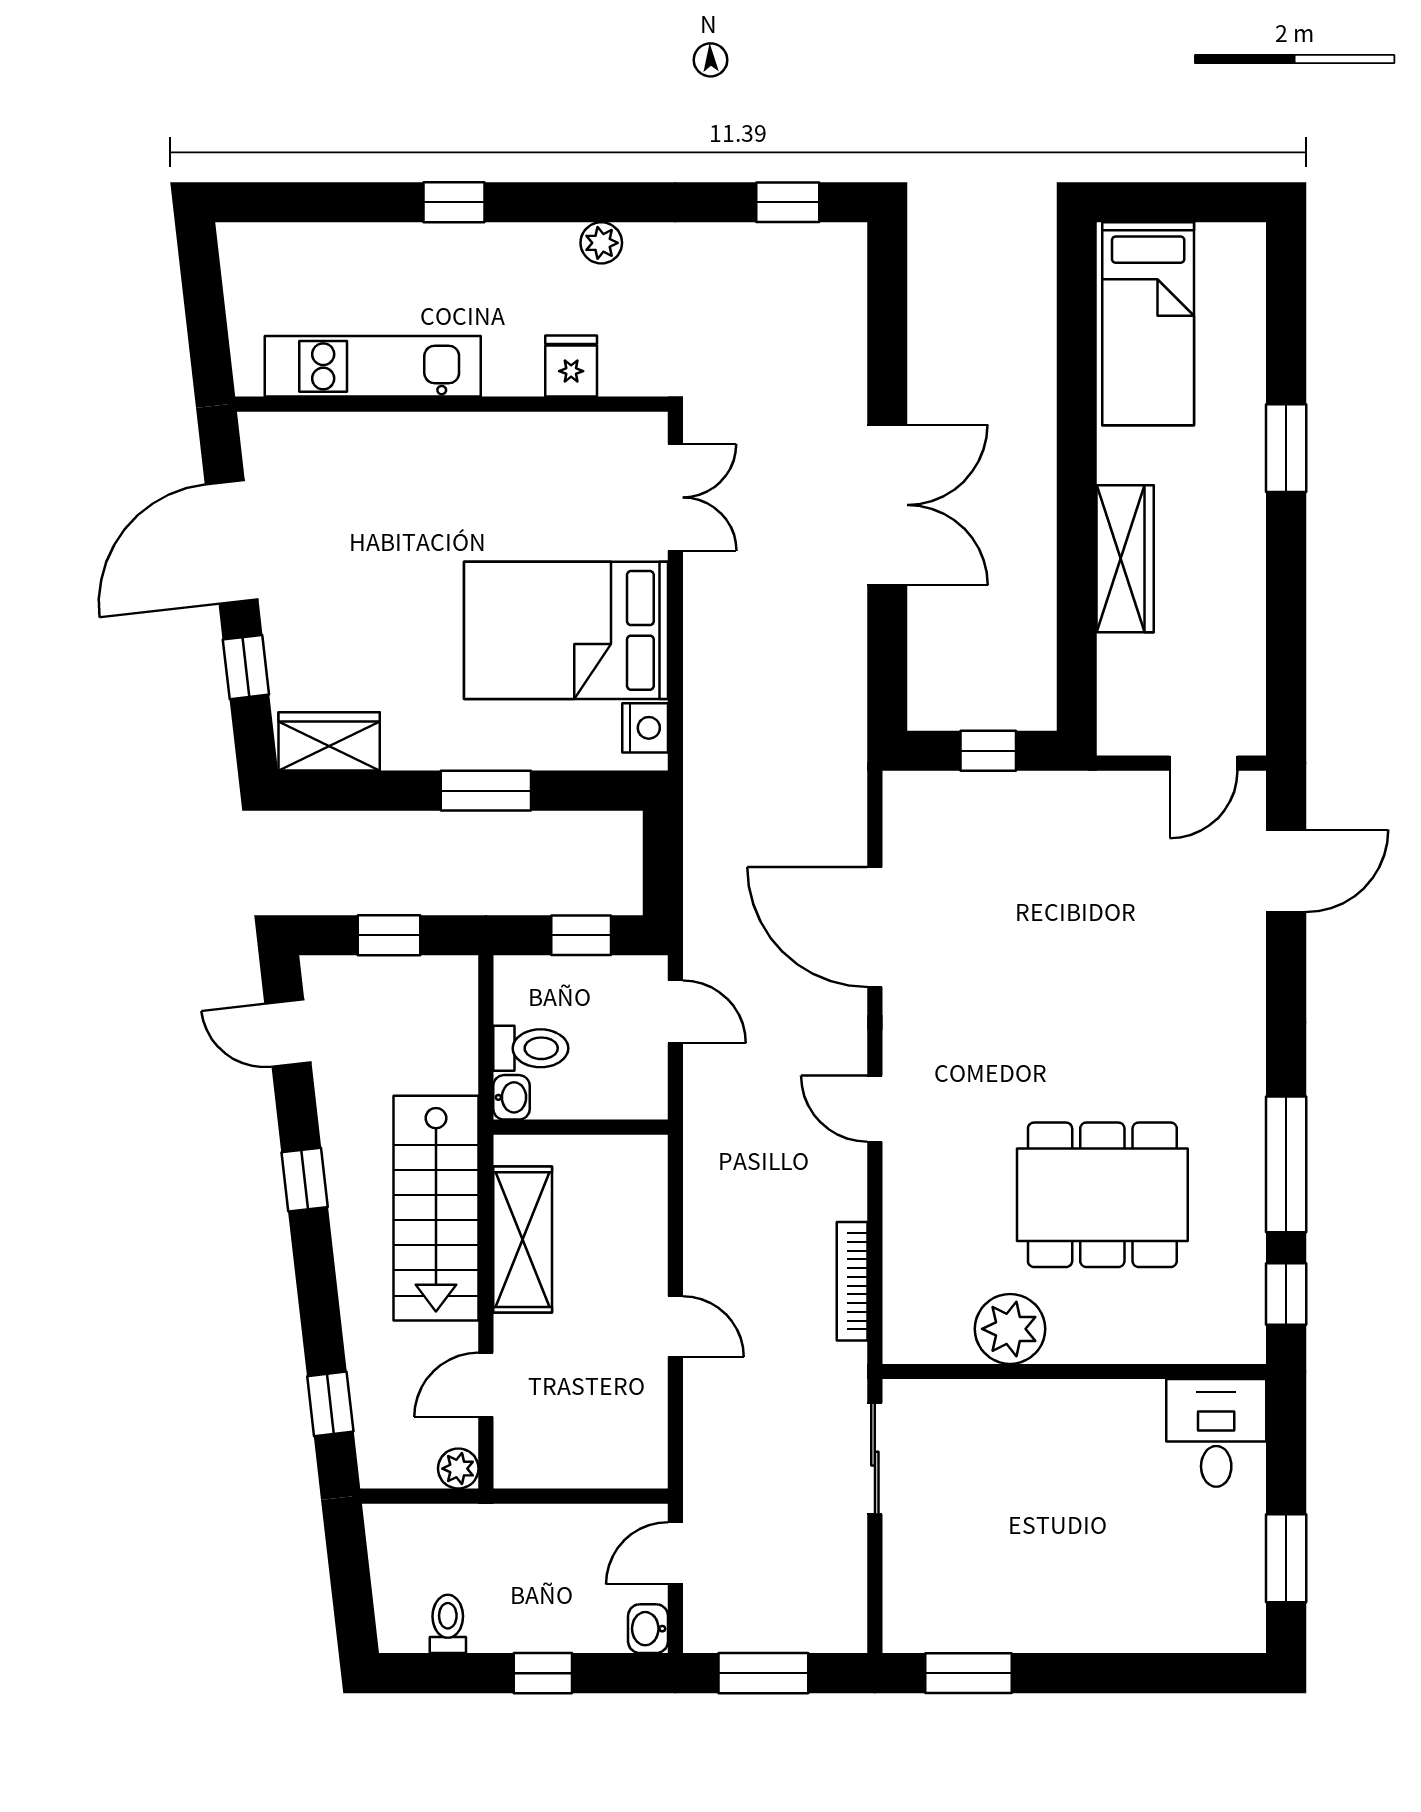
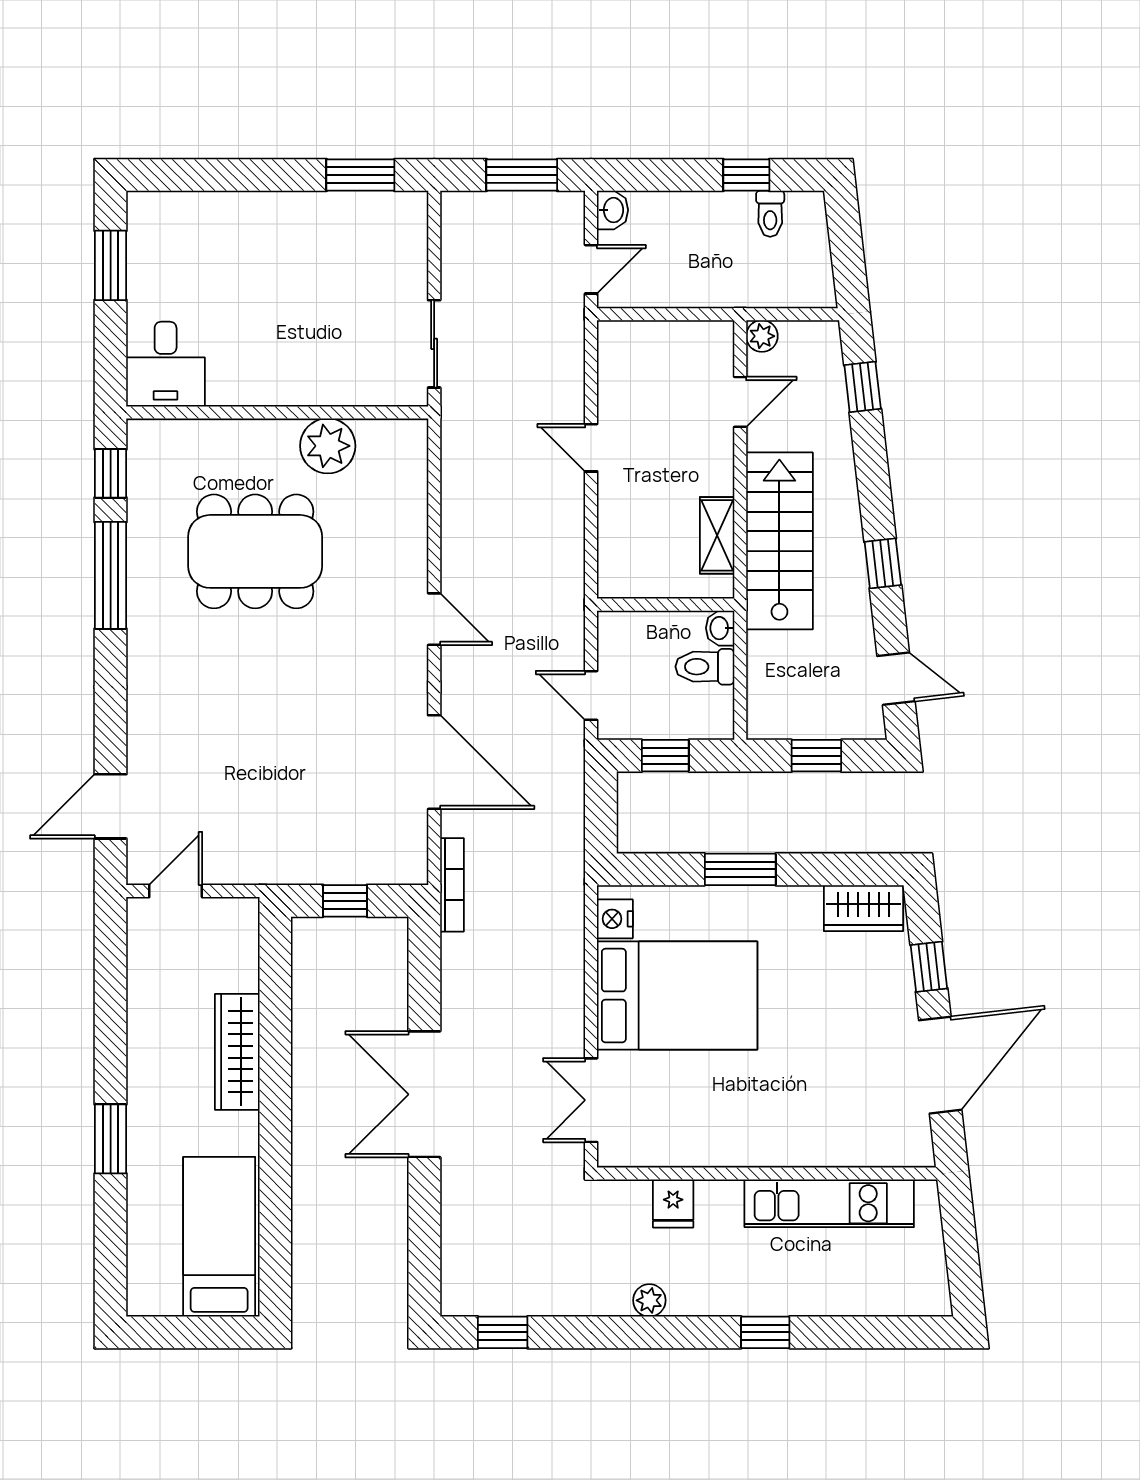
shelving: (523, 1240) -> (717, 535), width x0.67, depth x0.75
bookcase: (852, 1281) -> (452, 885), moved
window: (543, 1673) -> (746, 175), moved

